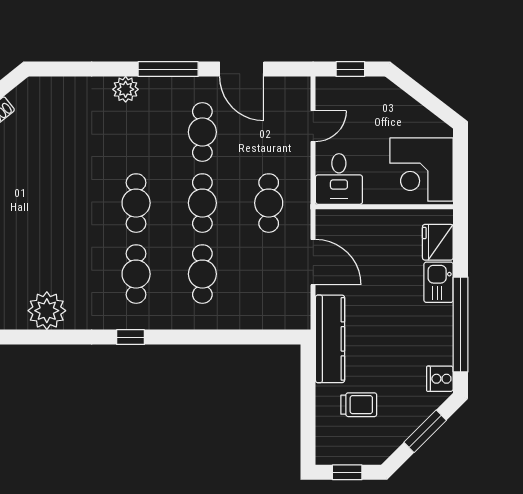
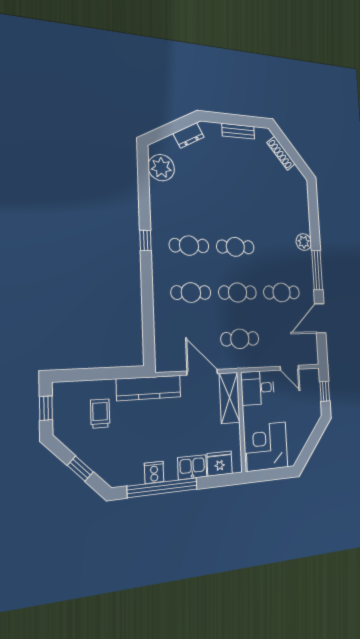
shelving: (350, 223) -> (230, 398), added
door: (313, 262) -> (202, 372), swing flipped
plant: (47, 311) -> (161, 168), moved
cooker: (440, 379) -> (154, 472), moved
trolley: (359, 405) -> (100, 414), turned 180
window: (425, 431) -> (80, 469), width x0.67

